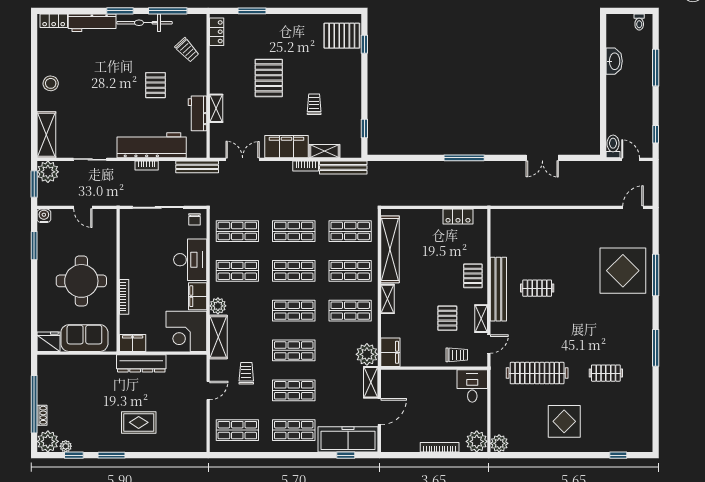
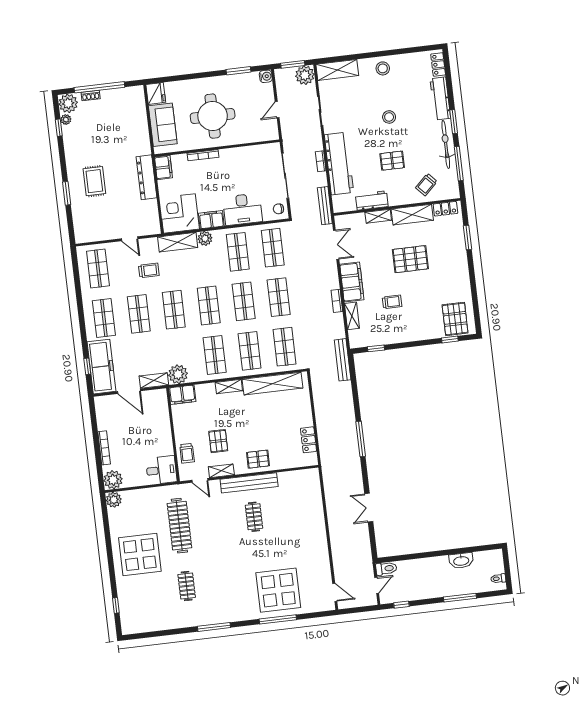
shelving: (219, 70) -> (412, 215), added
stool: (106, 83) -> (389, 117), added
bench: (343, 168) -> (343, 360), moved
pallet: (447, 318) -> (218, 441), turned 90
display table: (564, 421) -> (140, 555), width x1.36, depth x1.36
window: (112, 455) -> (67, 193), moved

